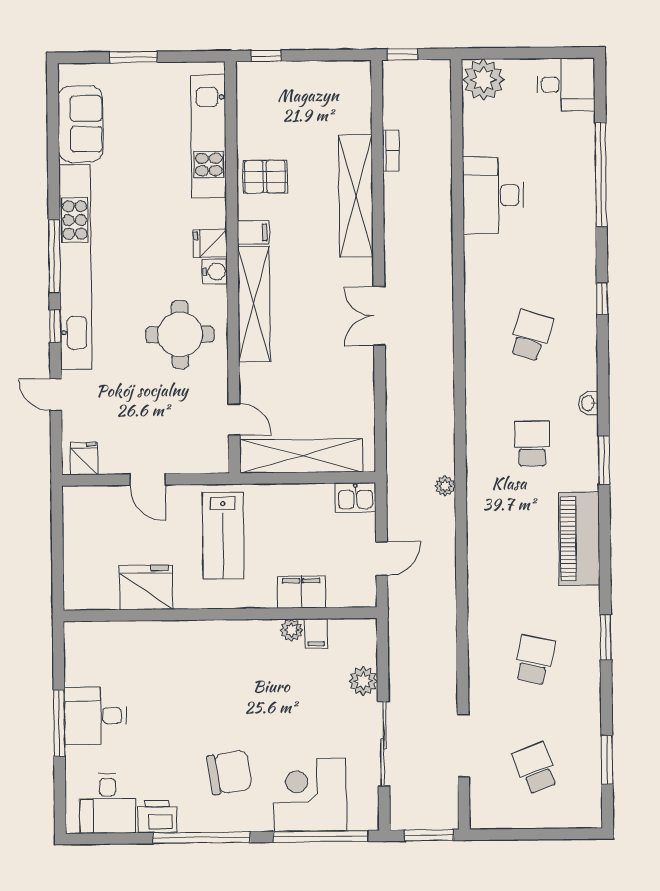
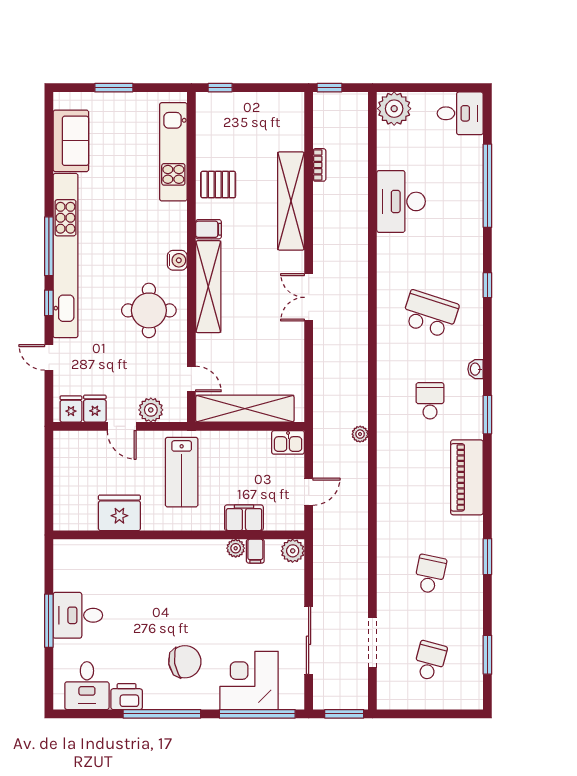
fridge: (210, 243) -> (95, 409), moved, turned 90
school desk: (531, 335) -> (430, 314), width x1.85
plant: (184, 459) -> (151, 410), added
plant: (363, 681) -> (293, 551), moved
school desk: (535, 768) -> (430, 661), turned 36

